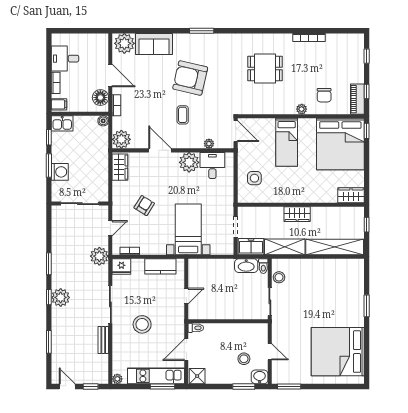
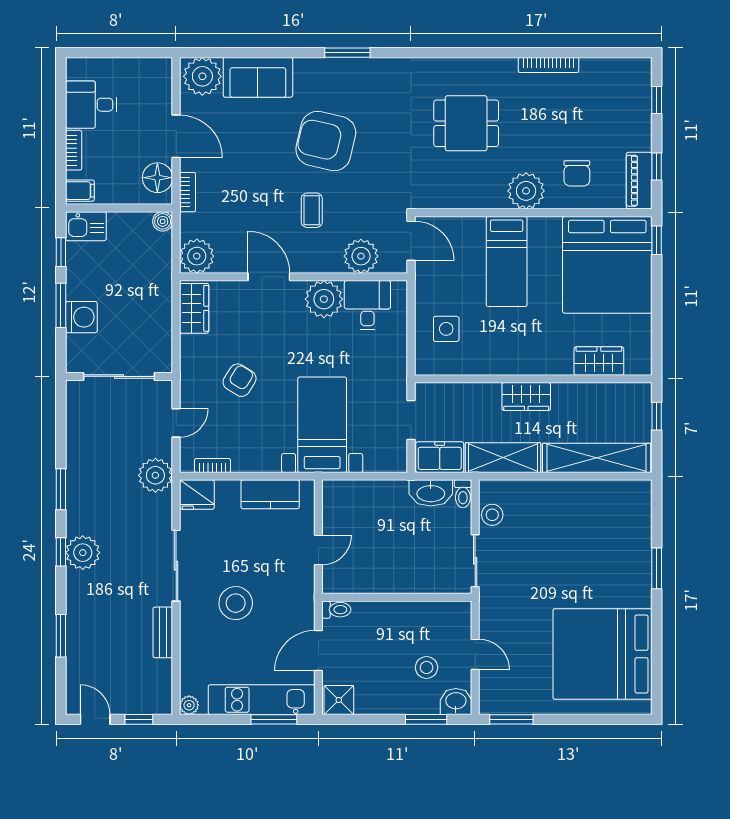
plant: (302, 109) -> (526, 191), width x1.88, depth x1.88
plant: (209, 144) -> (361, 256), width x1.88, depth x1.88
wardrobe: (351, 195) -> (599, 361), moved

